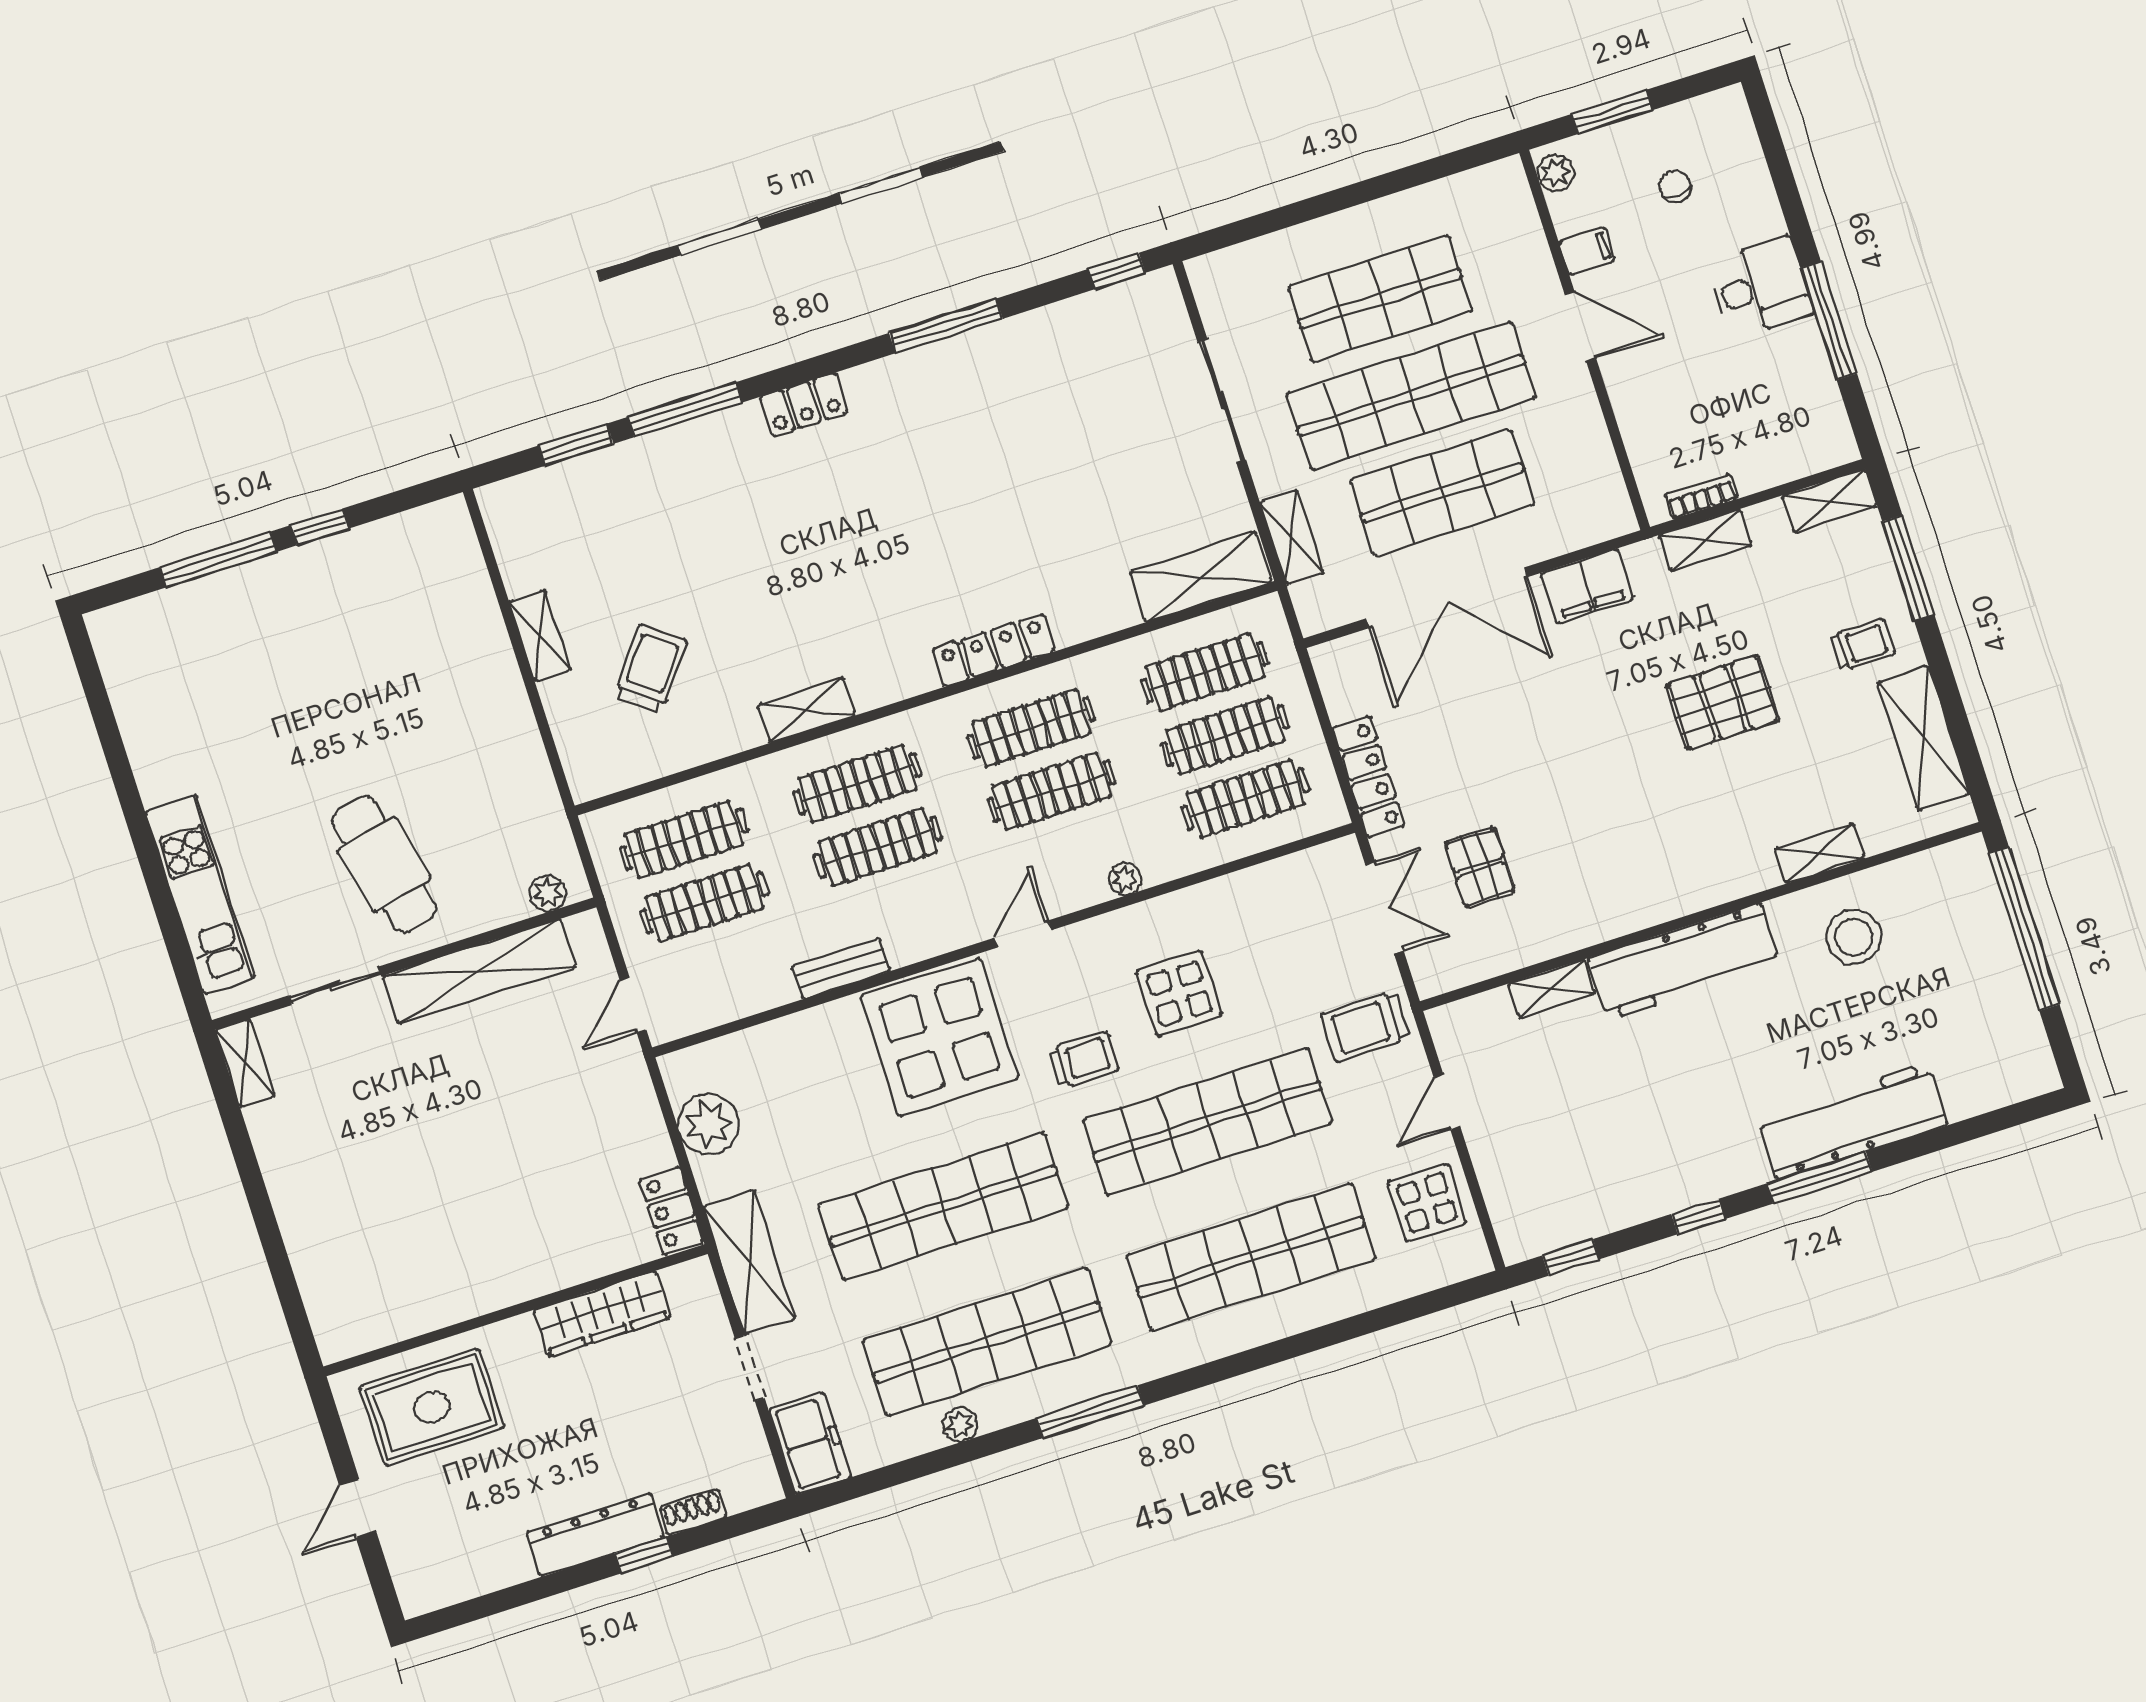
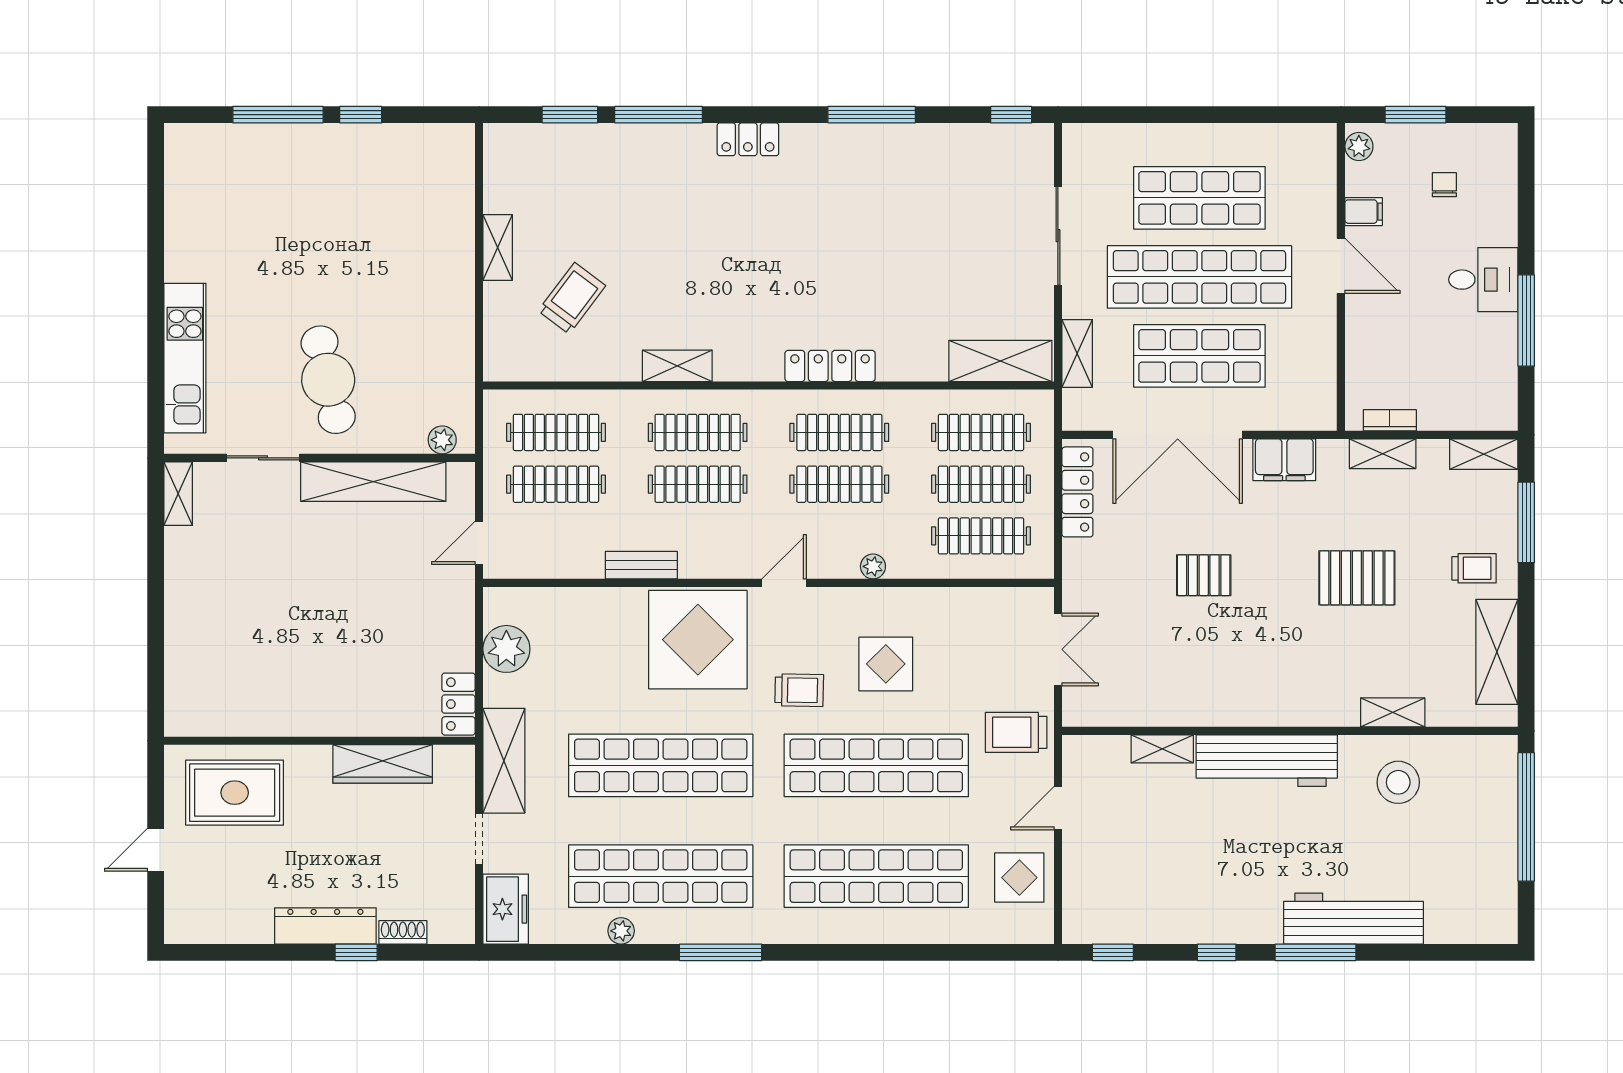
locker: (1369, 777) -> (1077, 492), moved
pallet: (1480, 867) -> (1204, 575), moved, turned 90

